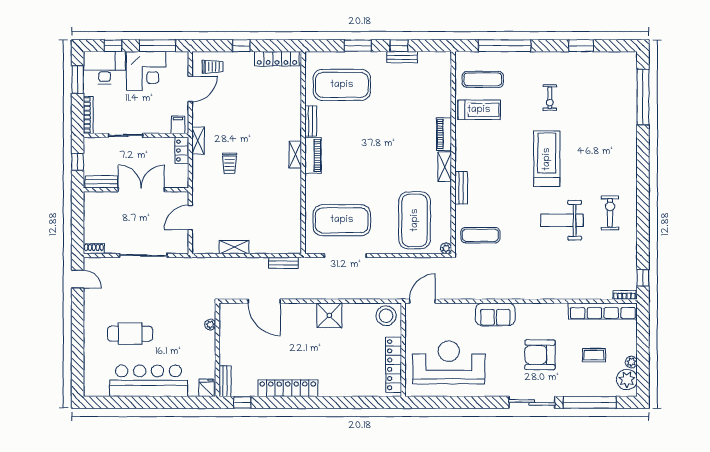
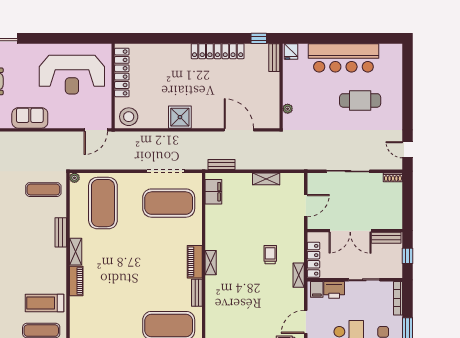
printer: (159, 124) -> (334, 290), added
locker: (182, 151) -> (313, 260), width x1.53
filing cabinet: (292, 233) -> (213, 192), added

